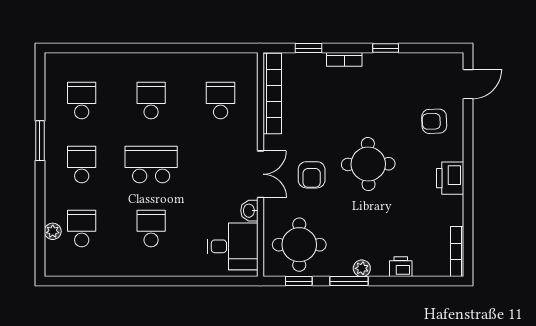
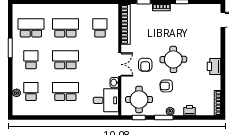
school desk: (82, 101) -> (31, 28), width x1.85
school desk: (151, 101) -> (65, 28), width x1.85
armchair: (434, 121) -> (166, 86), moved
school desk: (151, 229) -> (65, 91), width x1.85

